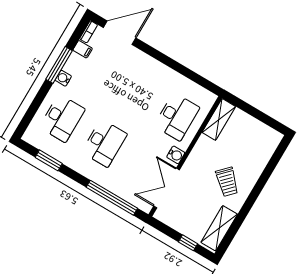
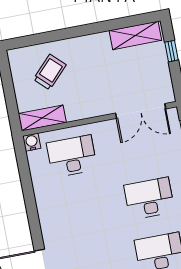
water cooler: (176, 155) -> (32, 142), moved
trolley: (227, 182) -> (50, 72), moved

